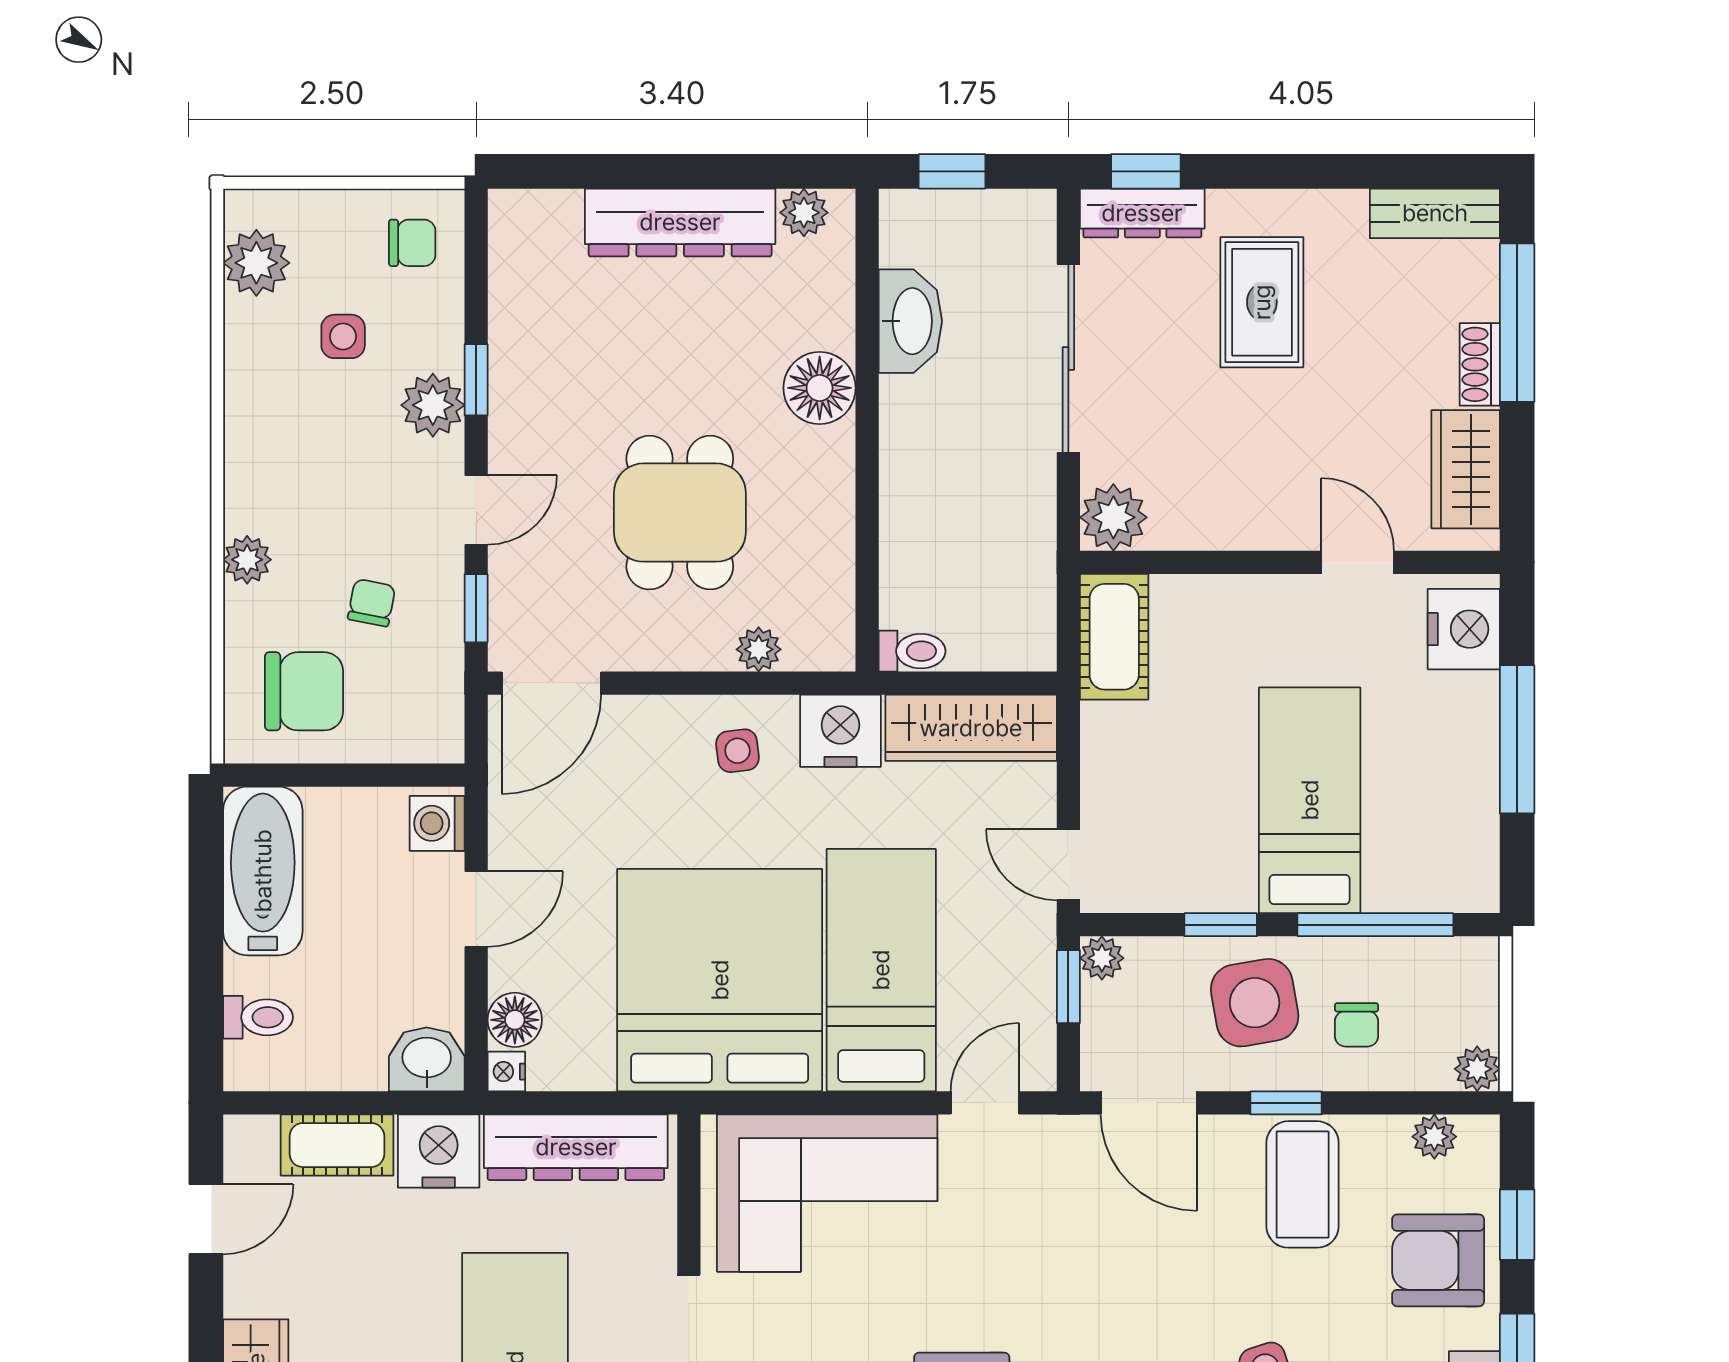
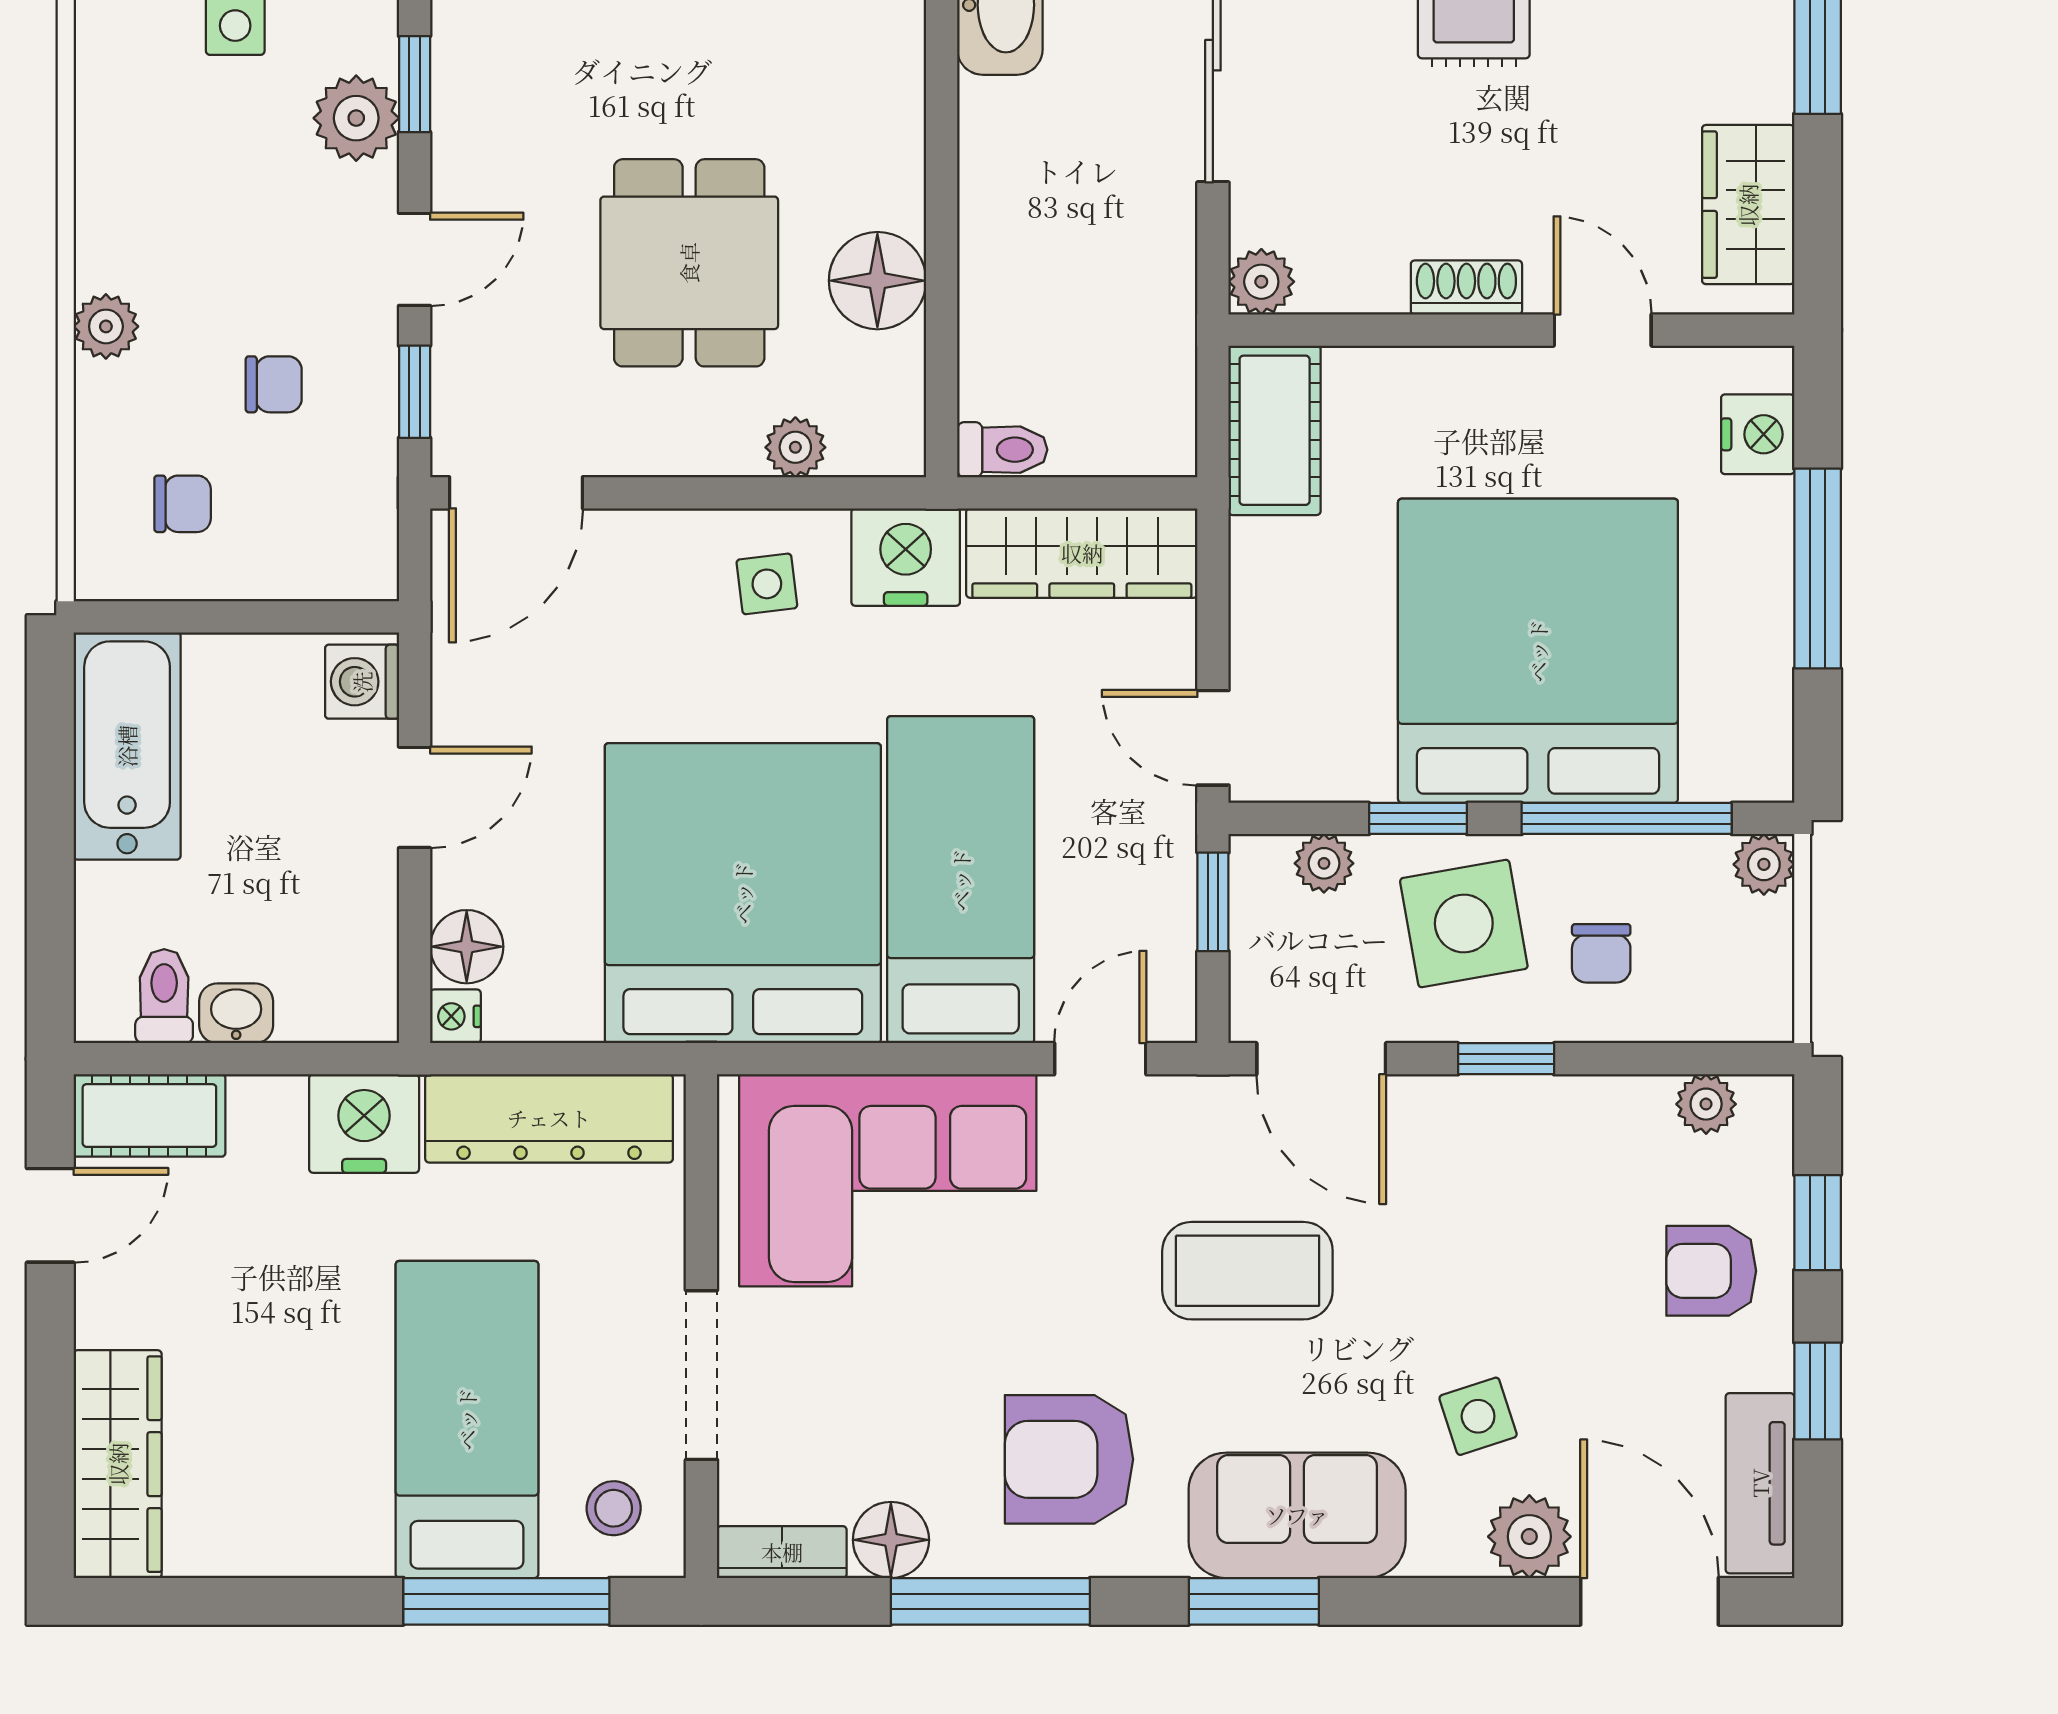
shoe rack: (1480, 364) -> (1466, 288), moved, turned 90
floor lamp: (820, 388) -> (877, 281), moved
plant: (1113, 517) -> (1261, 282), width x0.73, depth x0.73
chair: (372, 603) -> (274, 384), turned 79
nightstand: (1464, 629) -> (1758, 434), width x0.74, depth x0.75
chair: (304, 691) -> (183, 504), width x0.54, depth x0.54
bed: (1310, 800) -> (1538, 651), width x2.04
plant: (1102, 958) -> (1324, 863), moved
toilet: (258, 1017) -> (164, 996), moved, turned -90
washbasin: (427, 1059) -> (236, 1013), moved, width x0.72, depth x0.69
plant: (1477, 1069) -> (1764, 864), moved
cot: (337, 1145) -> (149, 1115), moved
coffee table: (1303, 1184) -> (1247, 1271), moved, turned 90
armchair: (1438, 1260) -> (1711, 1271), width x0.72, depth x0.72

